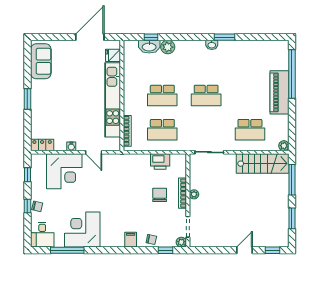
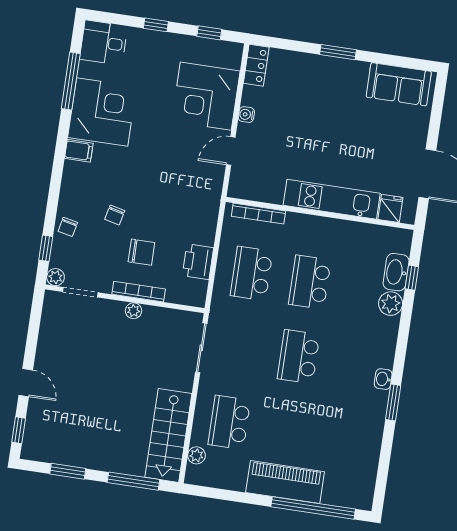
kitchen unit: (113, 100) -> (332, 199), width x0.73
plant: (284, 146) -> (196, 455), moved
chair: (37, 206) -> (115, 215), moved
filing cabinet: (131, 240) -> (79, 151), moved

